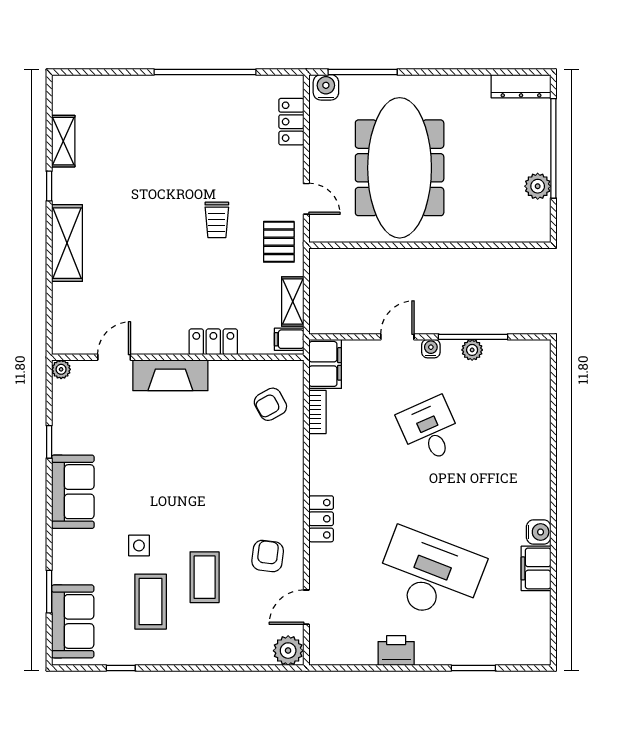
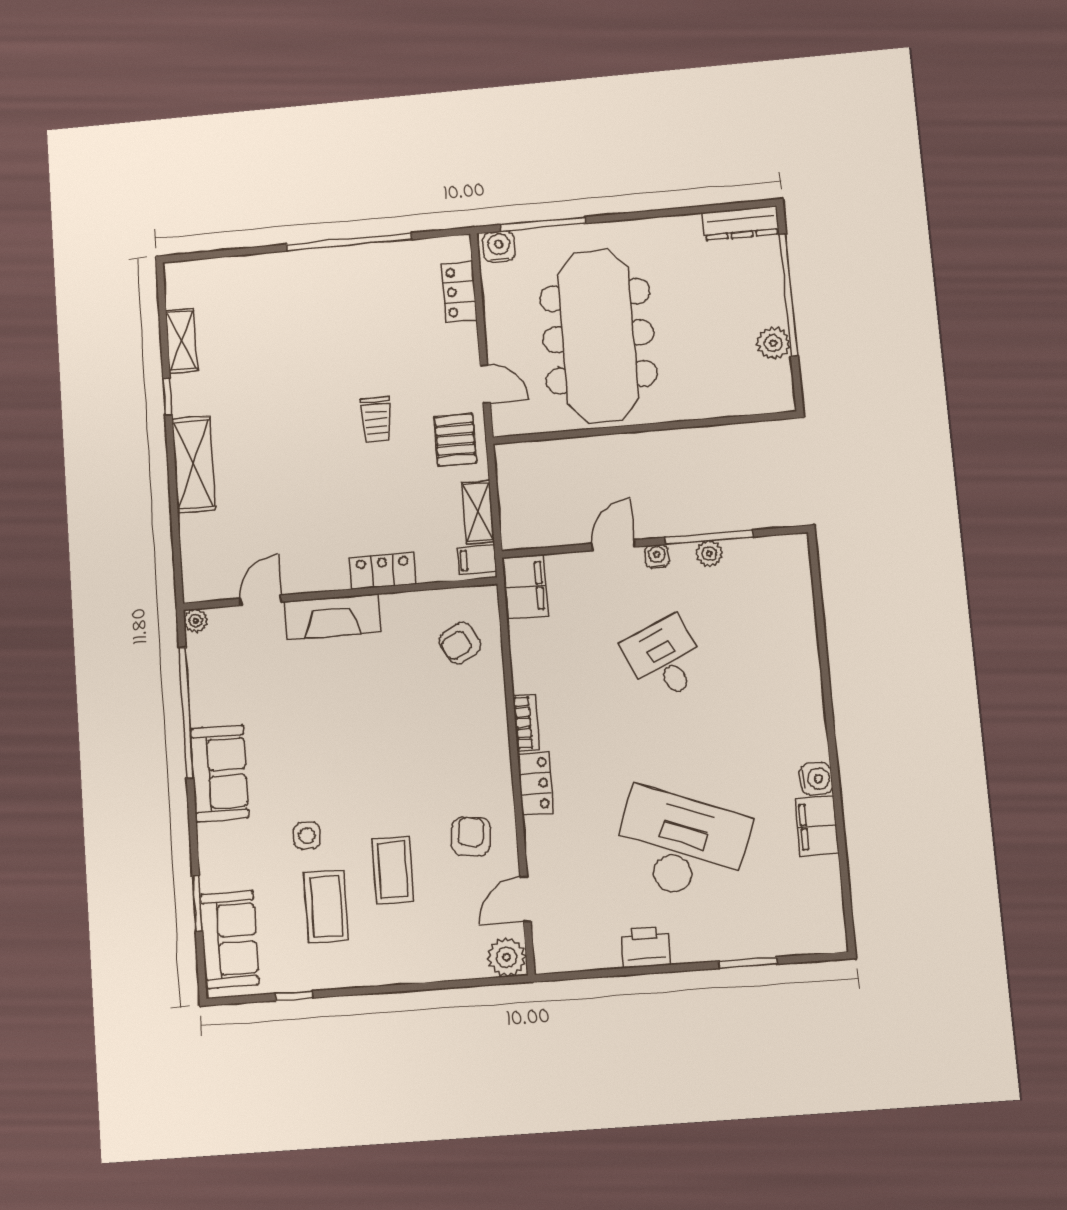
bookcase: (317, 412) -> (526, 723), moved
window: (49, 442) -> (186, 713), width x3.17

